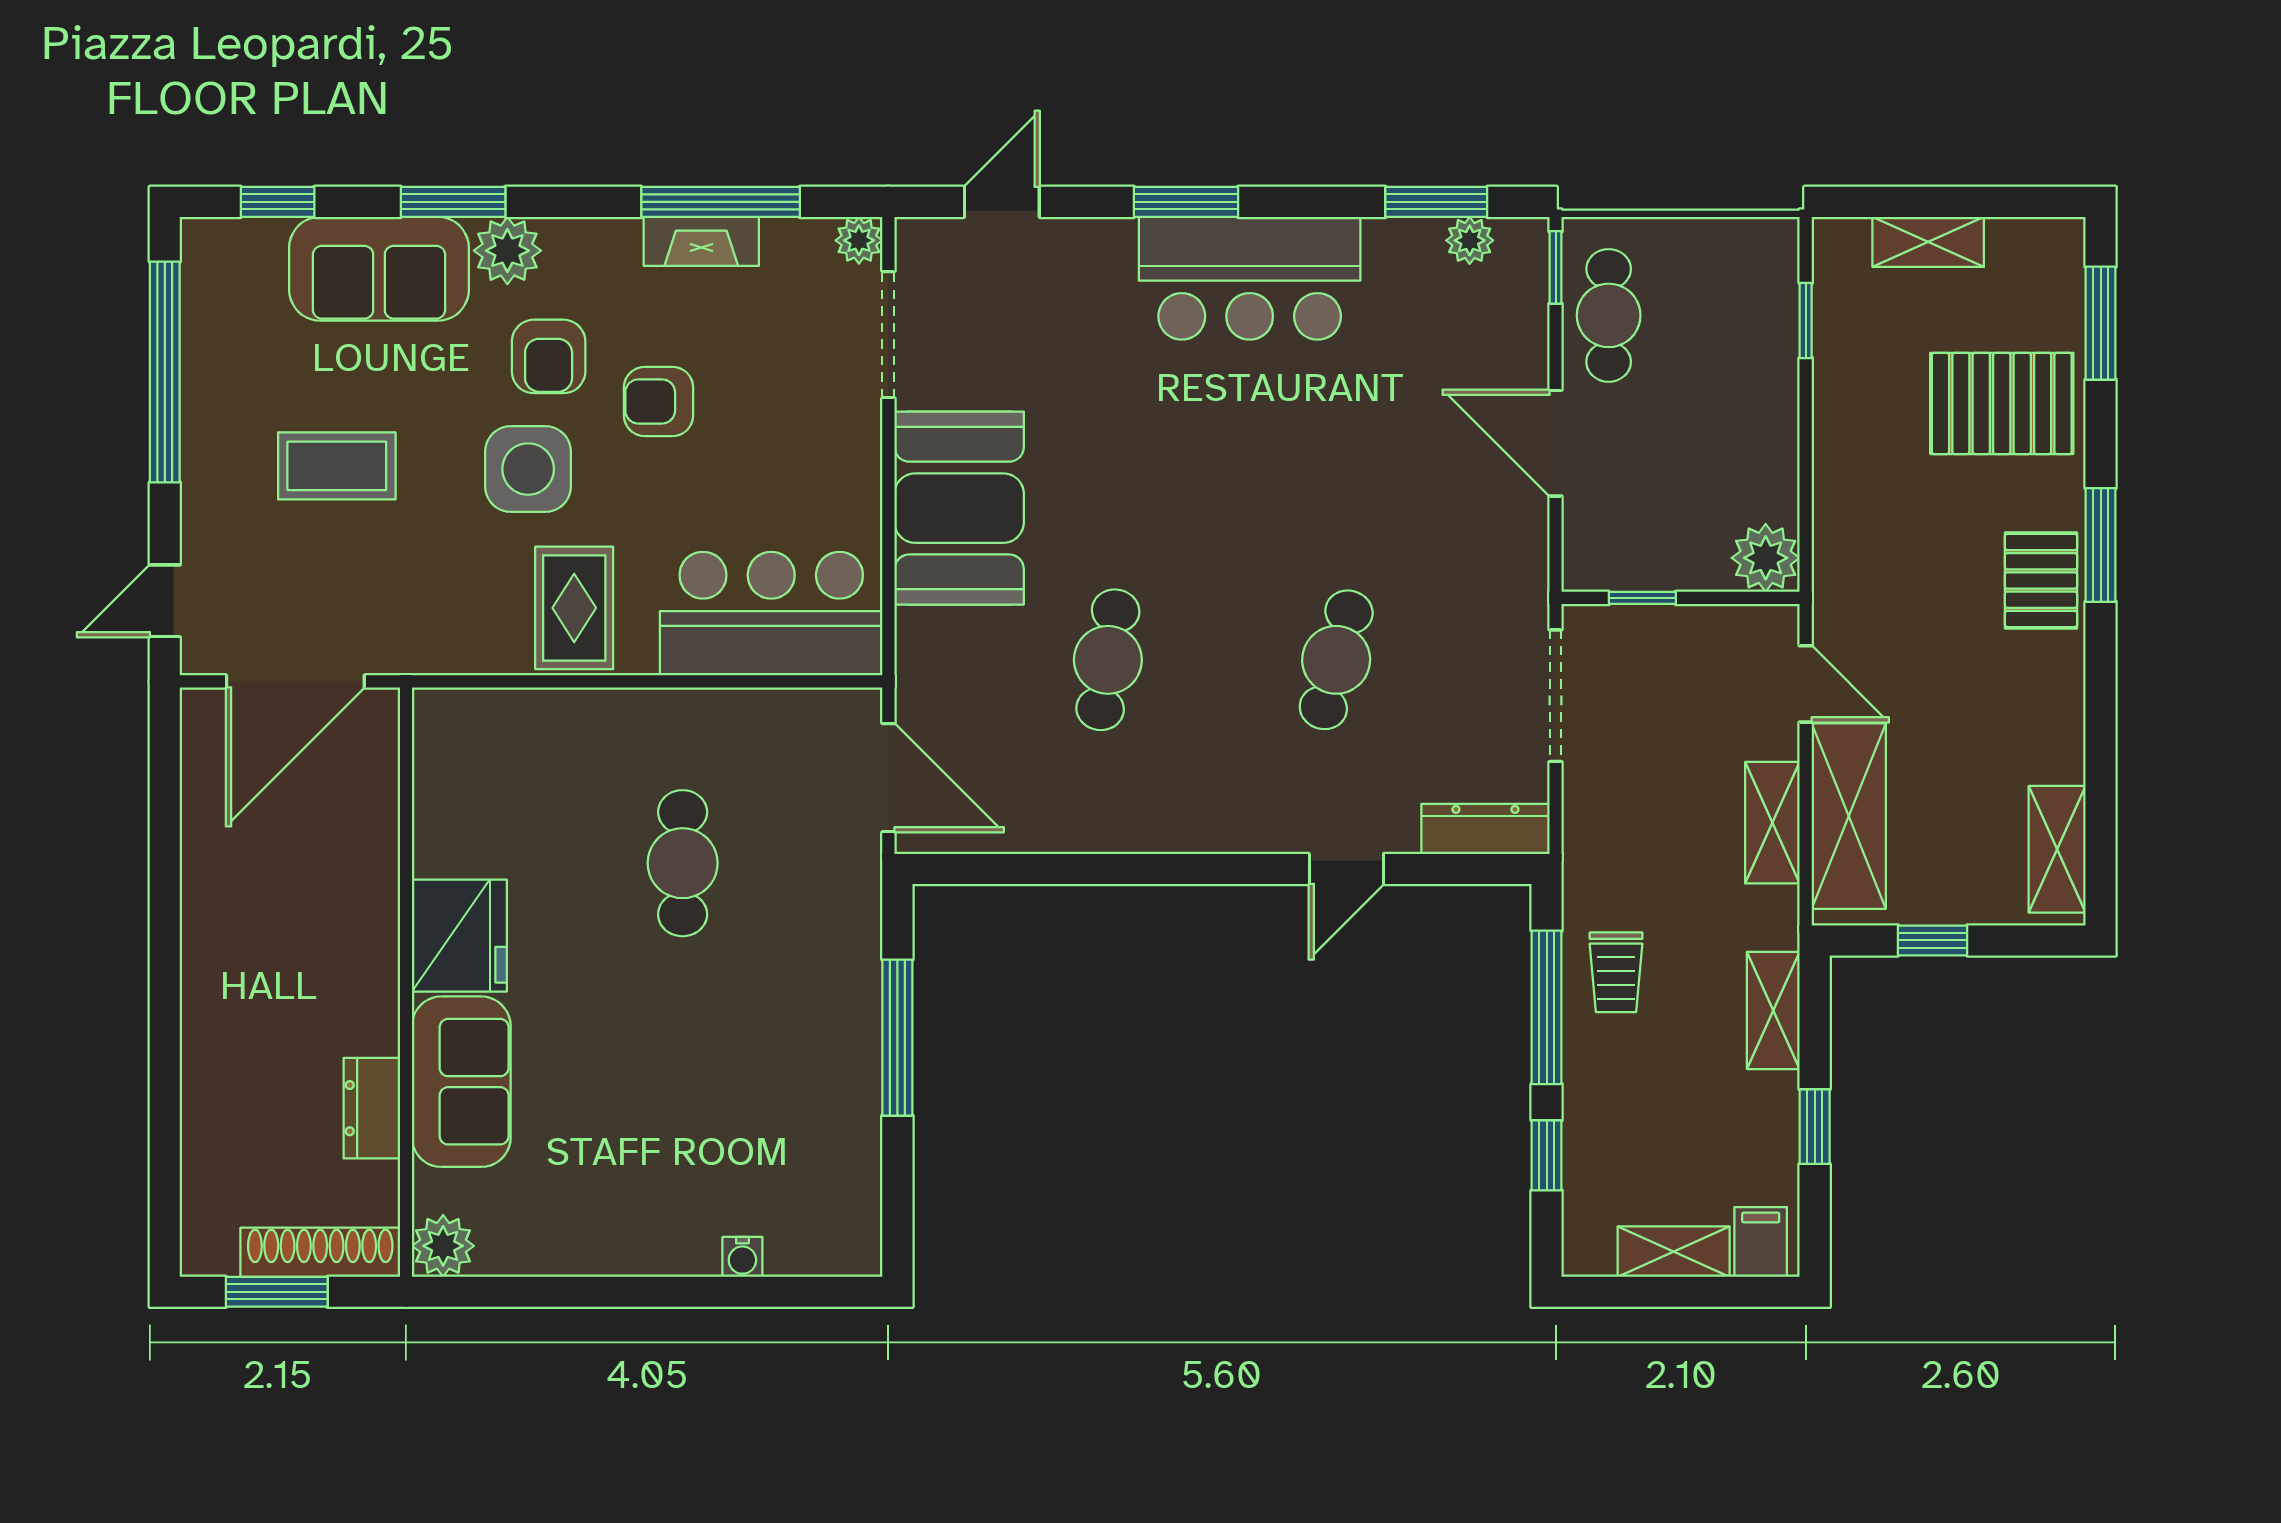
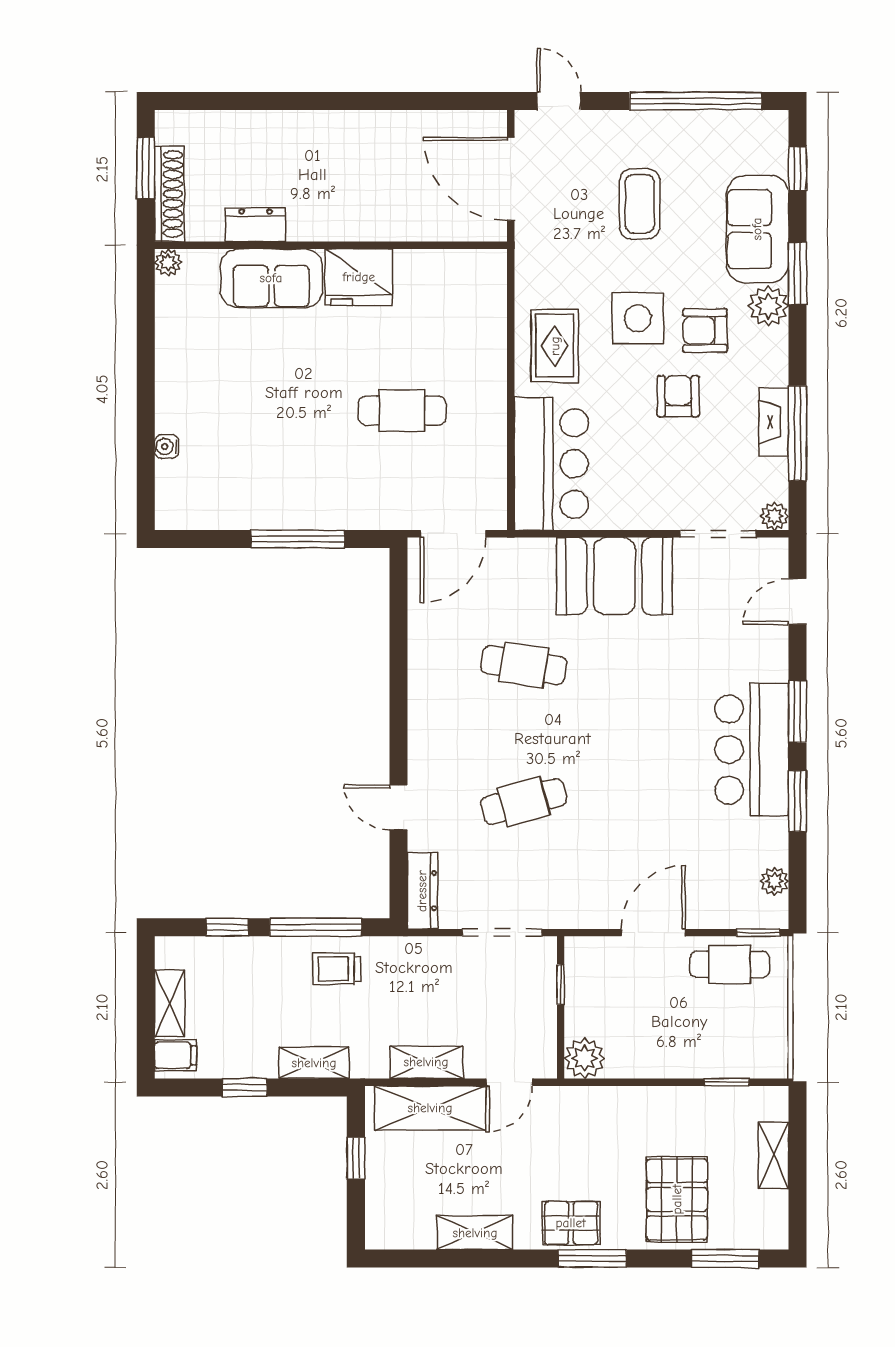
door: (1002, 202) -> (797, 602), swing flipped
window: (1436, 202) -> (797, 801), moved
rug: (574, 608) -> (555, 346), turned 90
cafe table: (1336, 660) -> (524, 801), turned -30
shelving: (2057, 849) -> (475, 1233), moved
plant: (443, 1246) -> (168, 262), width x0.73, depth x0.73

